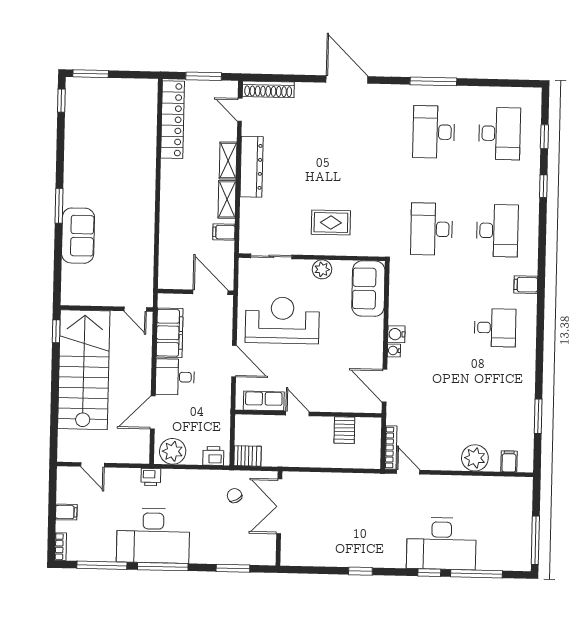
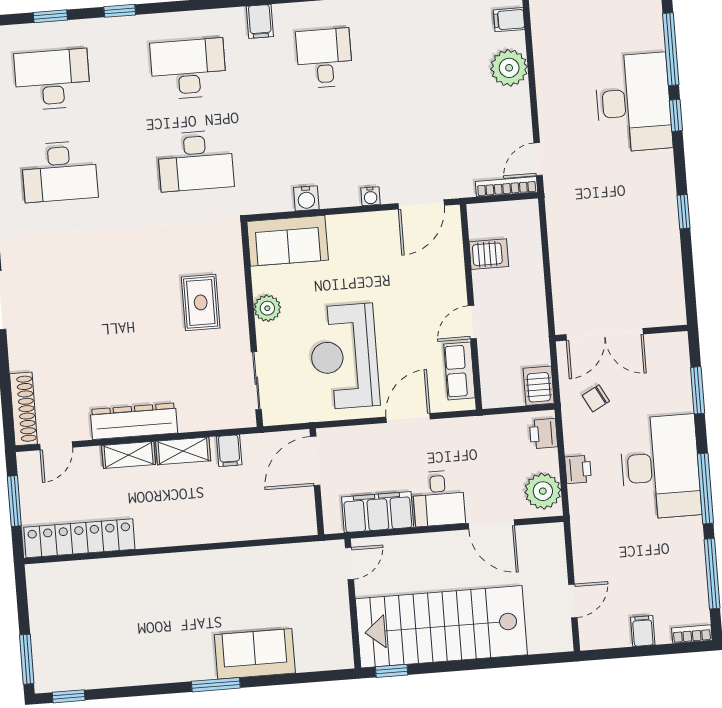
water cooler: (396, 334) -> (306, 198), moved
printer: (151, 477) -> (578, 469), moved
desk: (153, 536) -> (660, 467), moved

